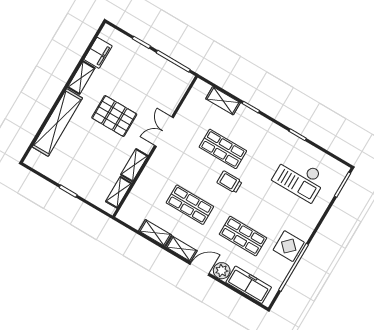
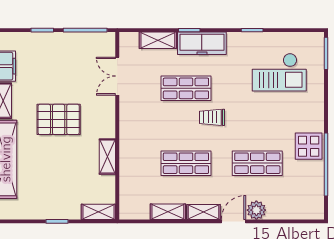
double door: (164, 132) -> (117, 76), moved
shelving: (119, 192) -> (98, 212), moved, turned 90
freezer: (249, 285) -> (202, 43), moved, turned 180

